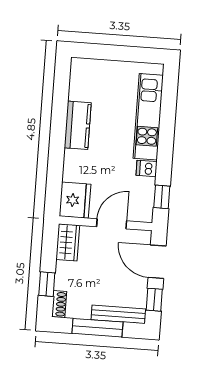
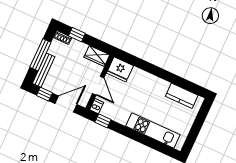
kitchen counter: (78, 125) -> (182, 96), moved
dishwasher: (147, 168) -> (97, 106), moved

